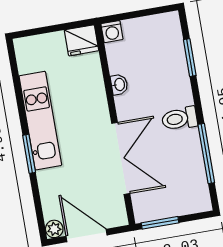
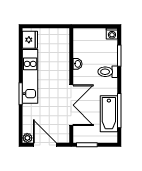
washing machine: (112, 32) -> (112, 34), moved
fridge: (81, 40) -> (30, 40), moved, turned -90
toilet: (179, 119) -> (108, 72), moved
bathtub: (189, 162) -> (109, 114), added

